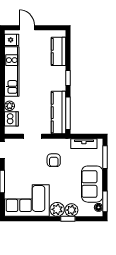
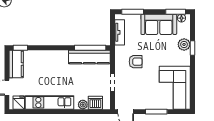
kitchen counter: (59, 51) -> (16, 64), moved, turned -90
window: (68, 78) -> (20, 48), moved
plant: (57, 209) -> (183, 58), removed

